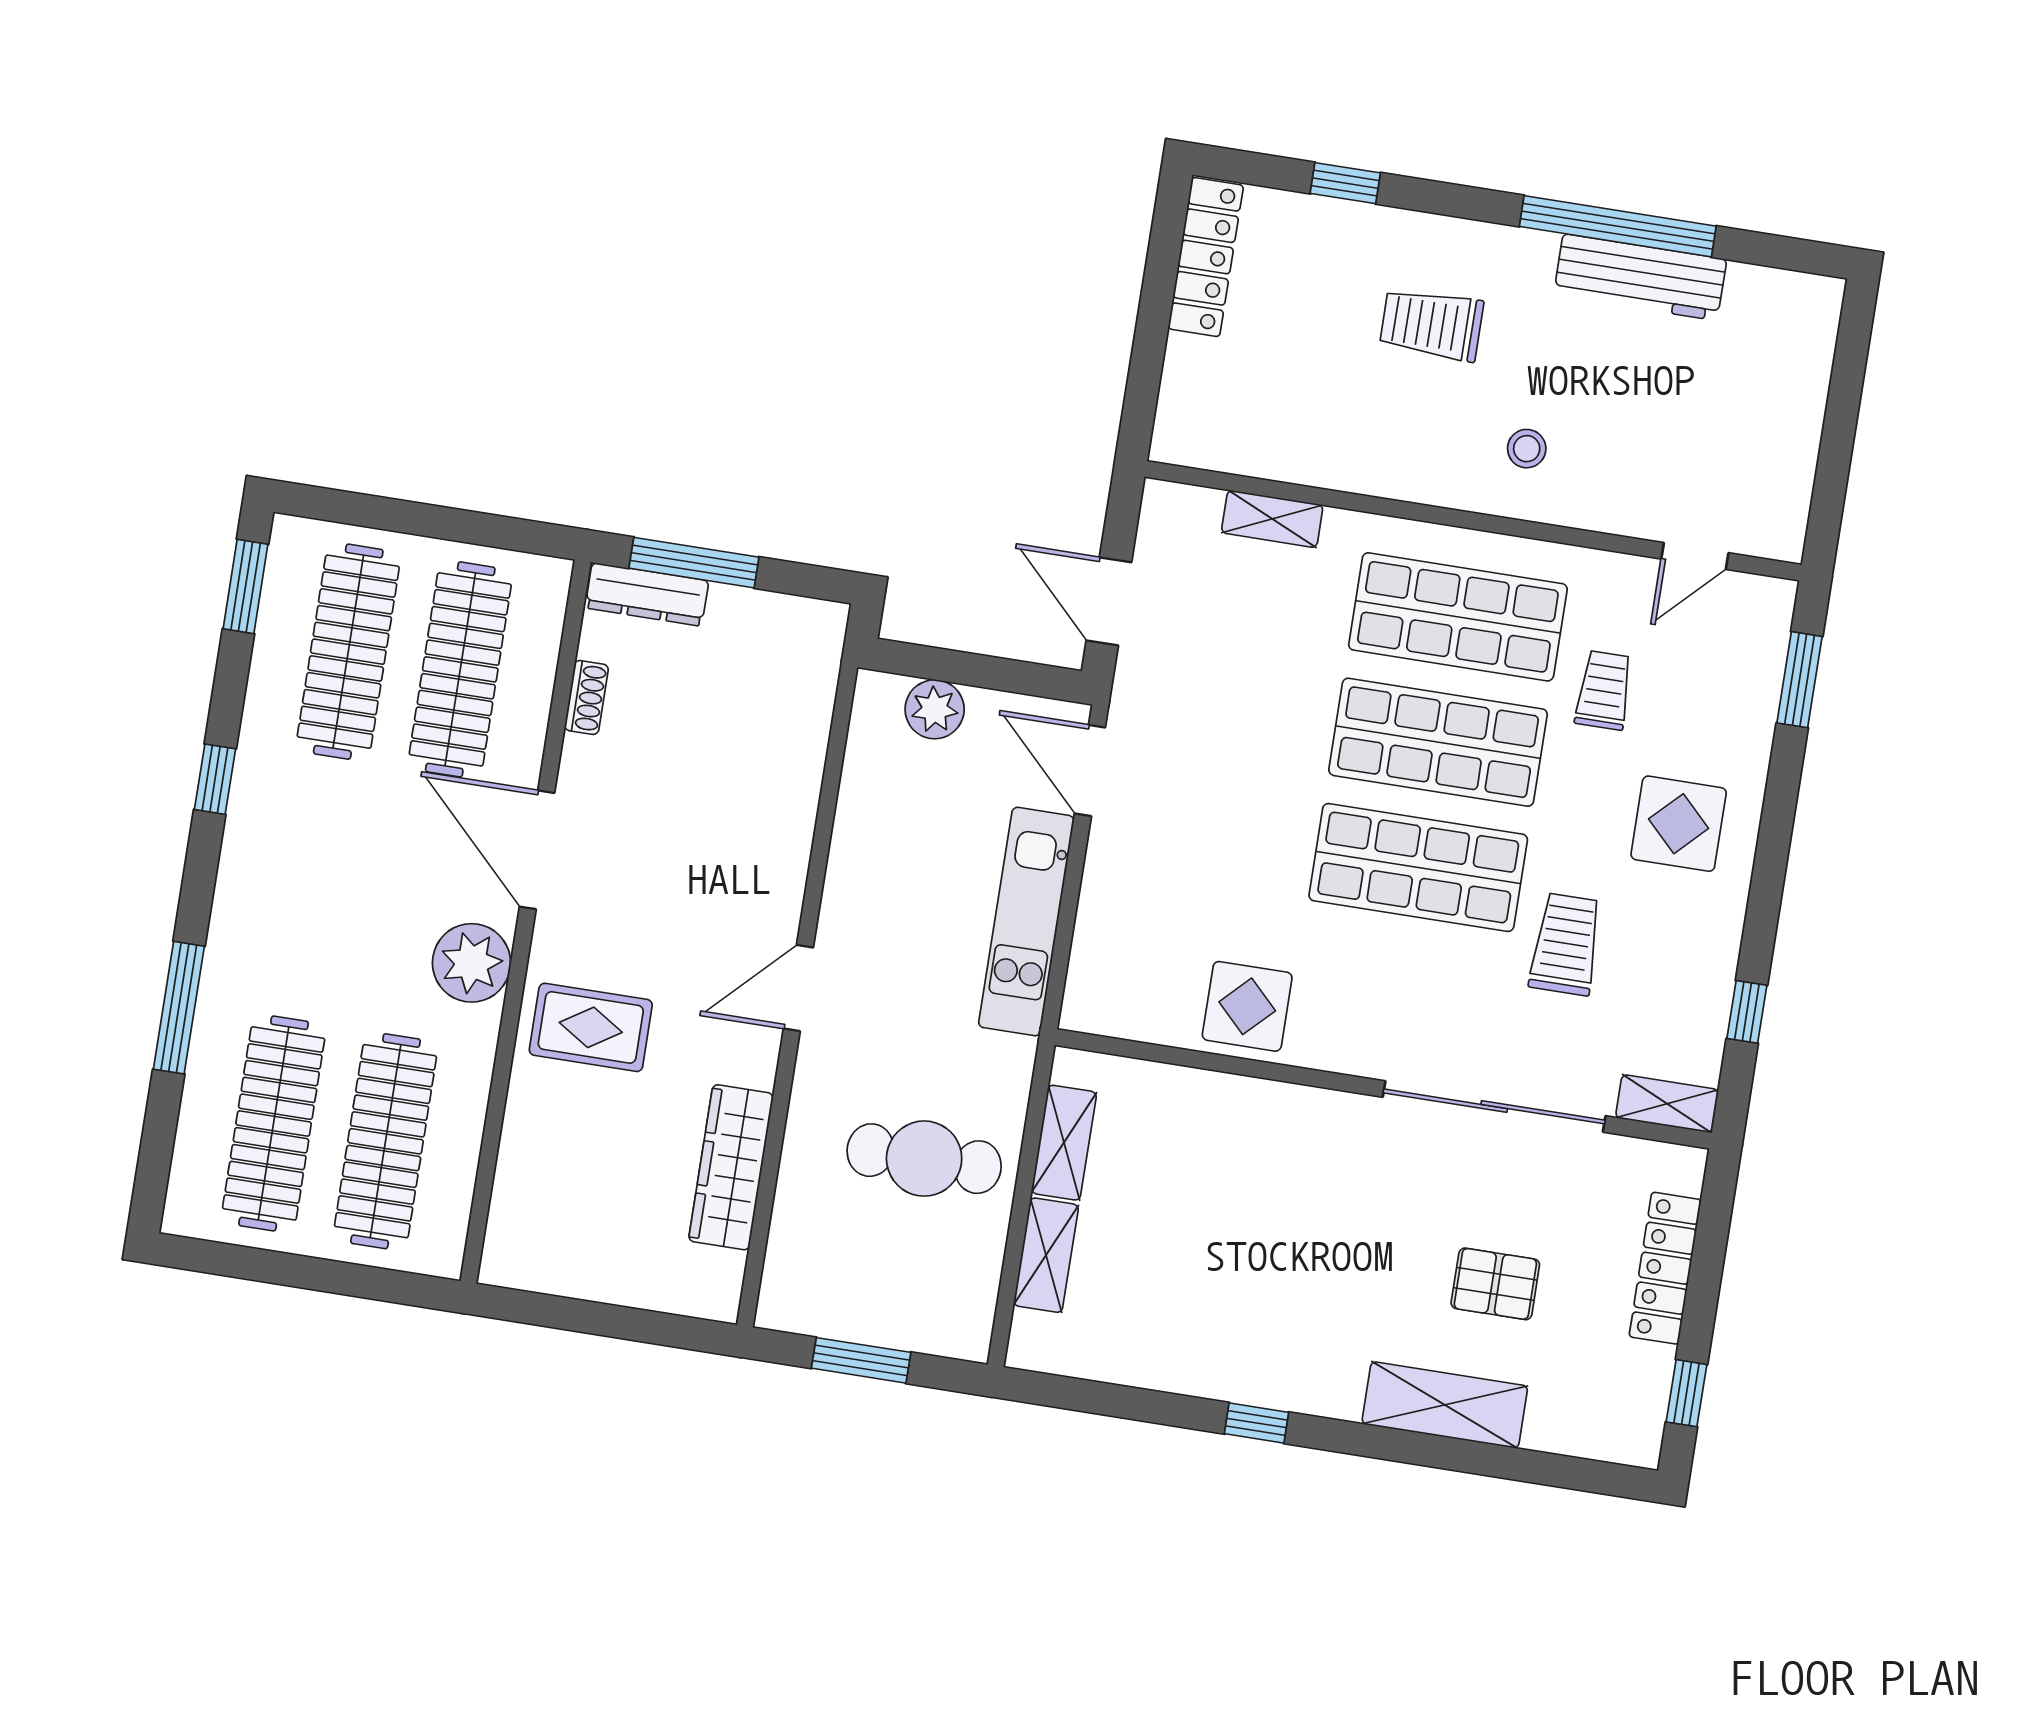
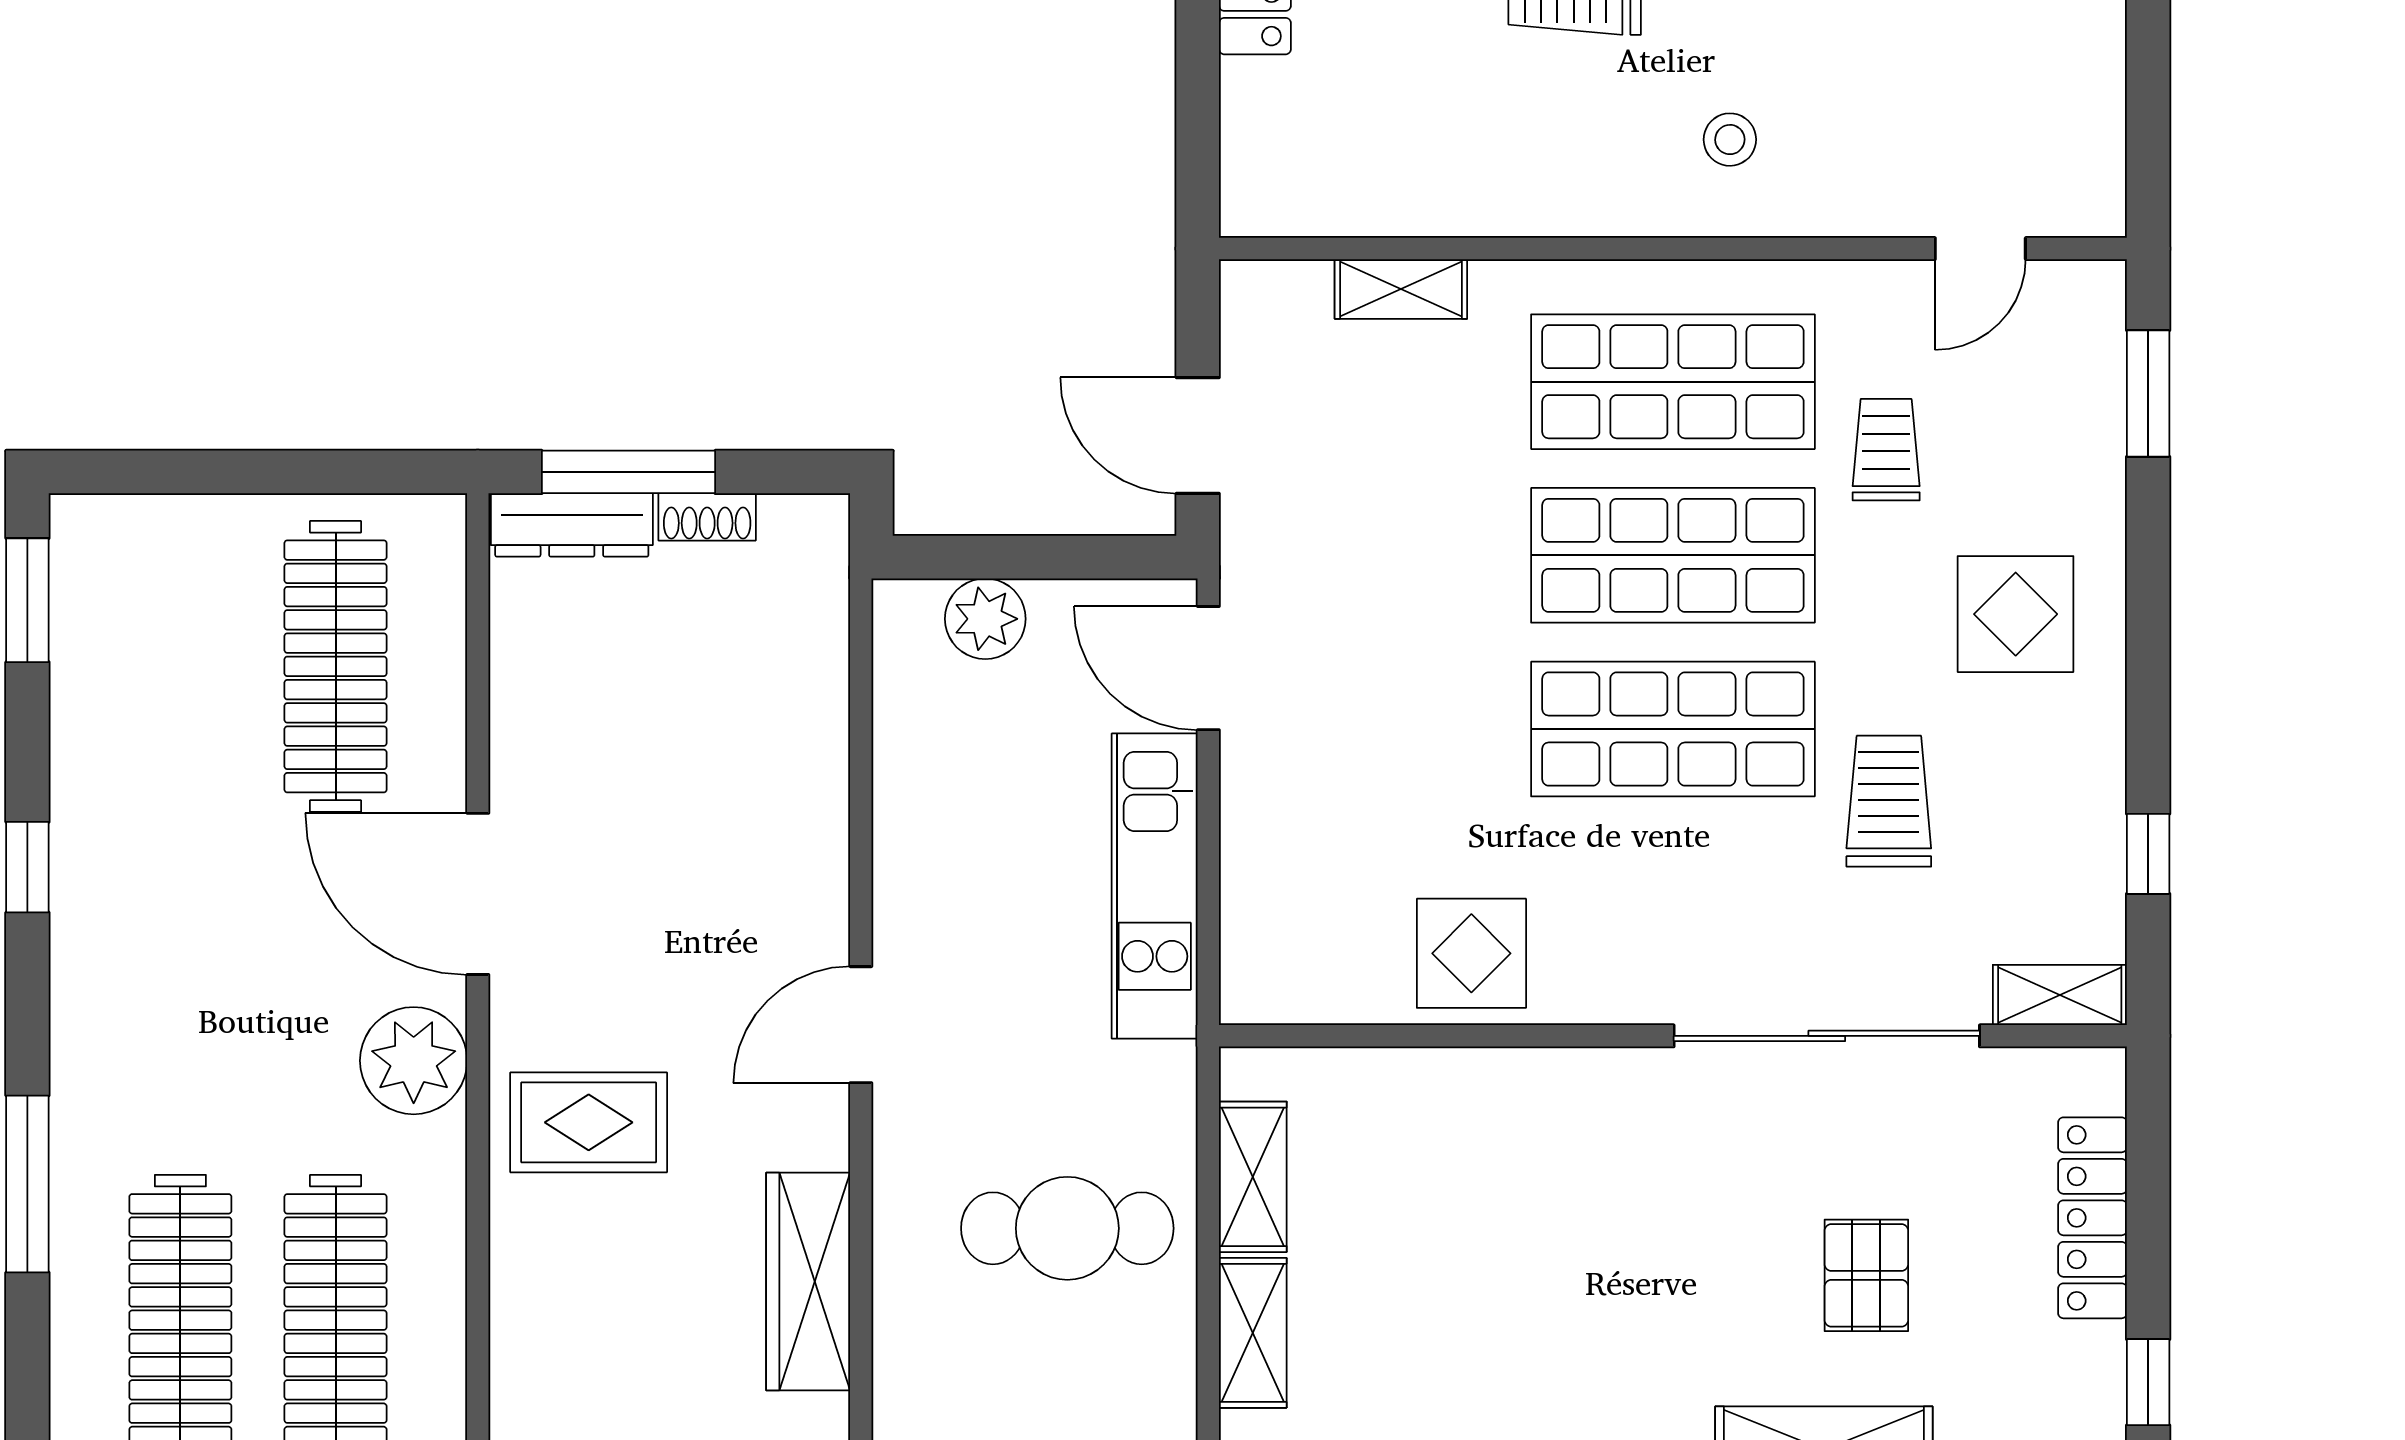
clothes rail: (348, 652) -> (180, 666), removed
shoe rack: (586, 697) -> (707, 517), moved, turned 90
pallet: (1495, 1284) -> (1866, 1275), turned 90

